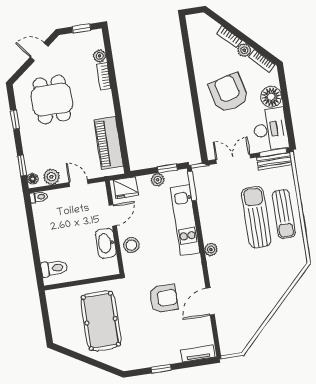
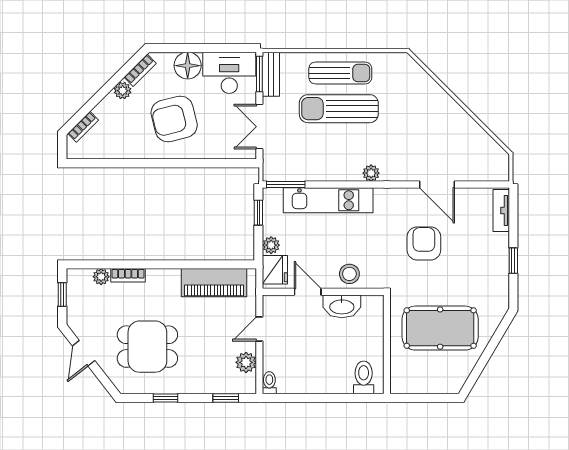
bookcase: (229, 37) -> (83, 127), moved
floor lamp: (33, 179) -> (245, 387), removed
plant: (158, 180) -> (271, 245), moved

